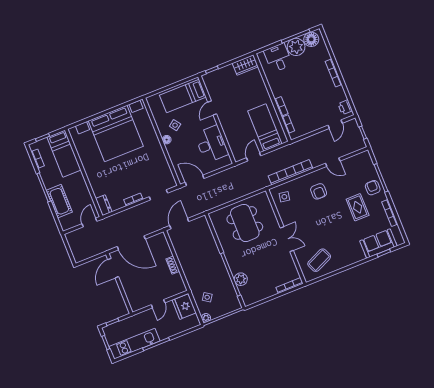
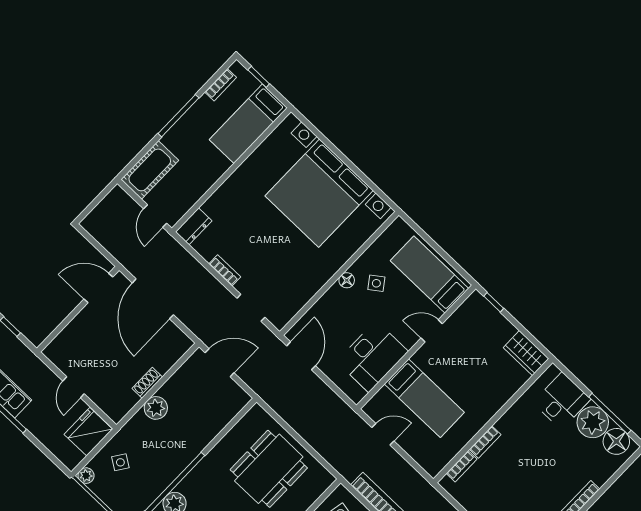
bed: (265, 127) -> (424, 398), moved, turned 90
cot: (59, 201) -> (150, 170), moved
door: (89, 222) -> (155, 216), swing flipped
plant: (188, 267) -> (156, 408), added
door: (158, 304) -> (74, 387), hinge flipped

